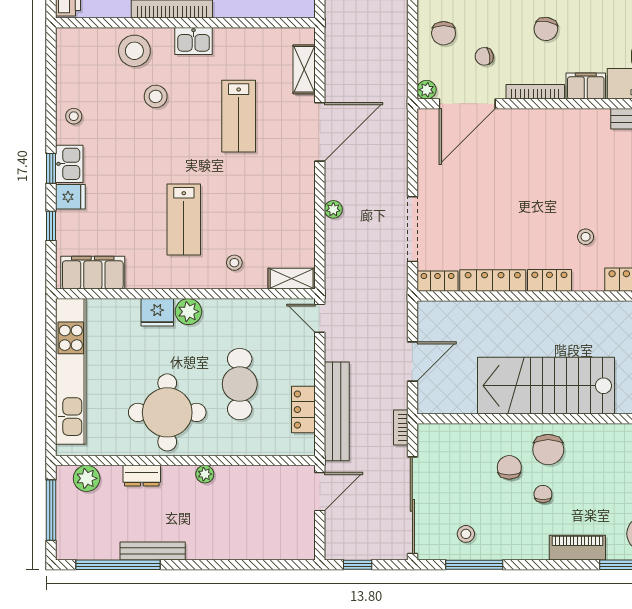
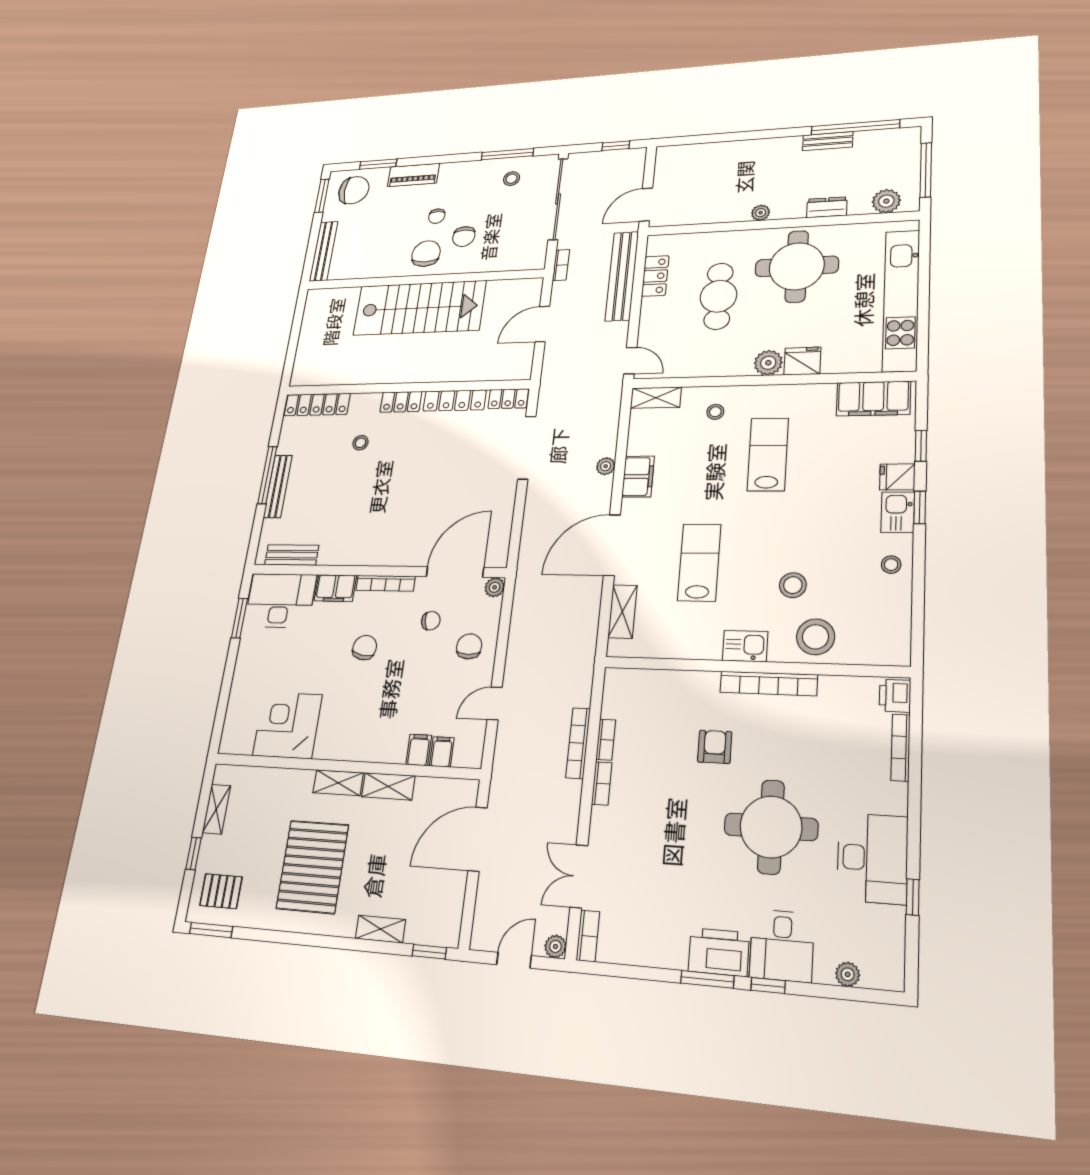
filing cabinet: (302, 199) -> (638, 477), added
bench: (153, 551) -> (828, 141), width x0.73

